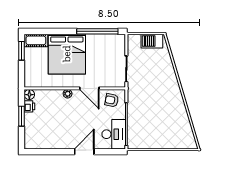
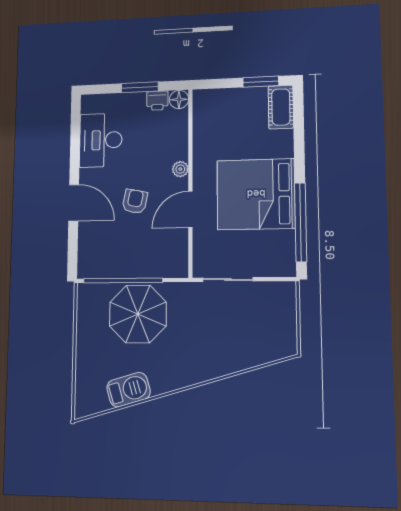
barbecue: (152, 41) -> (128, 390), moved, turned 73
bed: (67, 54) -> (256, 194), moved
armchair: (112, 100) -> (135, 201), moved
parasol: (144, 116) -> (138, 314), added
desk: (114, 134) -> (101, 140), moved, turned 90

